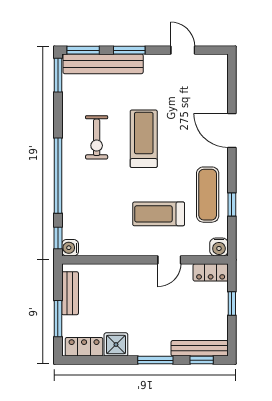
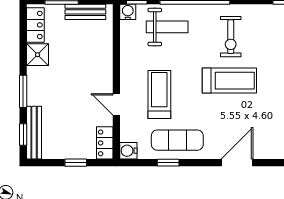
exercise bike: (97, 137) -> (231, 37), turned -90
weight bench: (86, 205) -> (167, 27), added

